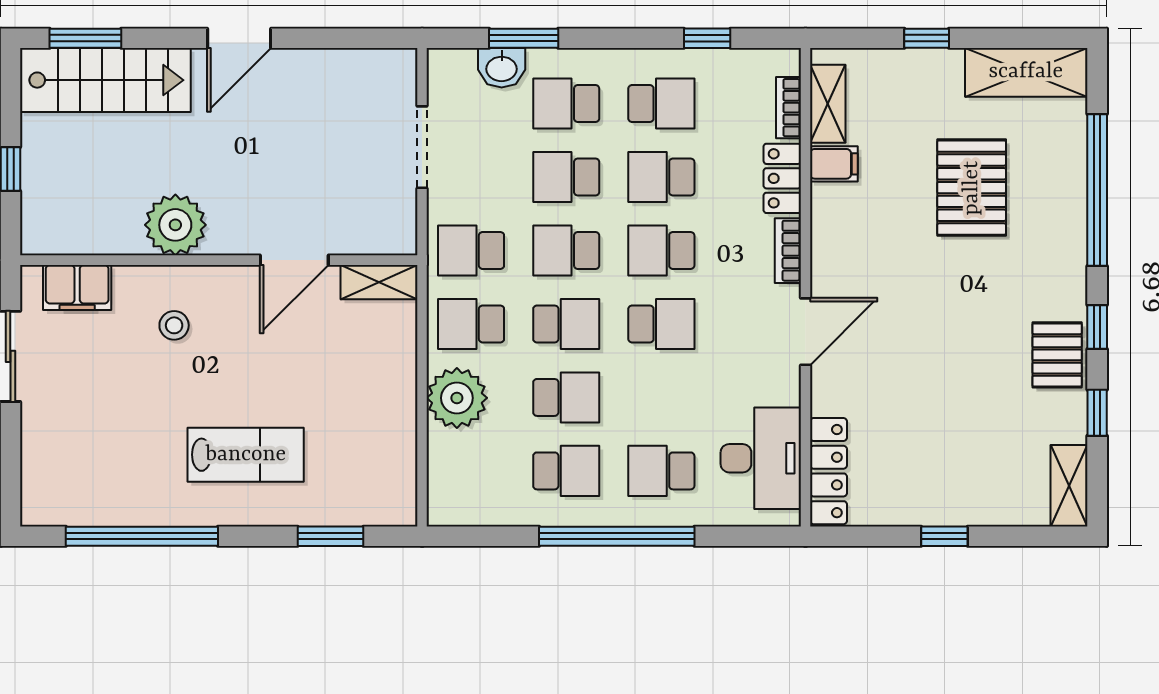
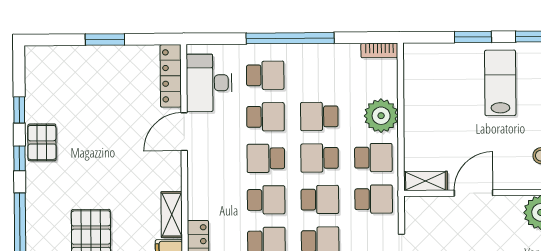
bookcase: (788, 251) -> (379, 50), moved, turned 90
door: (805, 332) -> (184, 132), moved
lab bench: (246, 455) -> (500, 83), turned 90
school desk: (566, 471) -> (265, 117), moved, turned 180
shelving: (1069, 486) -> (172, 215), moved
window: (331, 536) -> (473, 37), moved
window: (944, 536) -> (105, 39), width x1.50

